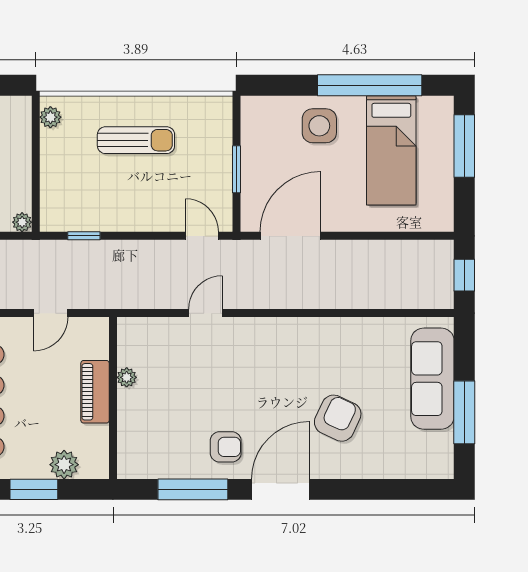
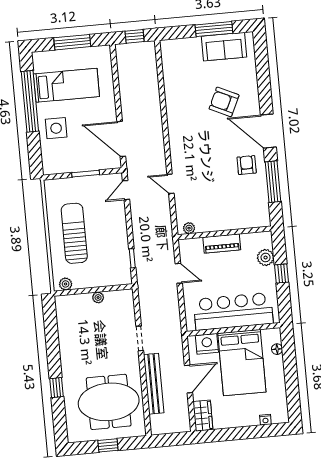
sun lounger: (136, 140) -> (74, 233), width x1.36, depth x1.34
window: (464, 146) -> (72, 42), moved
plant: (22, 222) -> (98, 297), moved
plant: (127, 377) -> (189, 228), moved
sofa: (432, 379) -> (224, 47), moved, width x0.73
window: (34, 489) -> (281, 274), width x0.67

